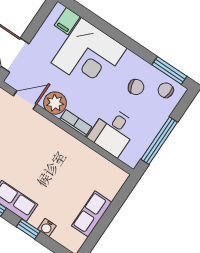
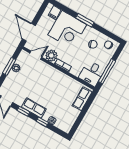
window: (169, 71) -> (85, 20), moved
desk: (113, 132) -> (92, 73), moved
row of seats: (92, 214) -> (82, 99), moved

